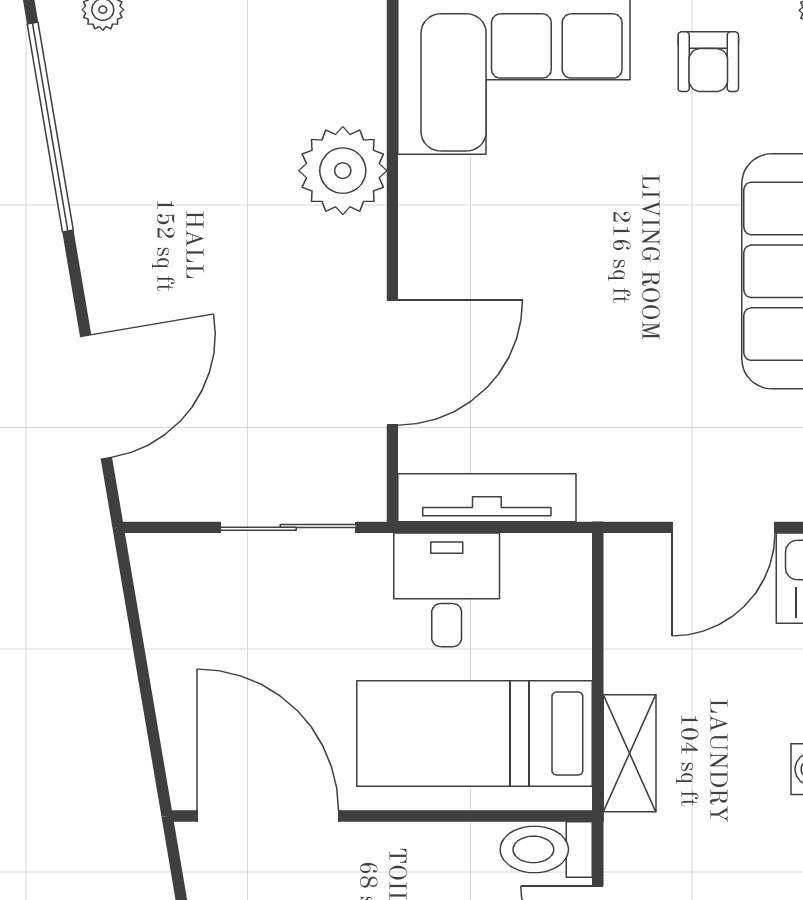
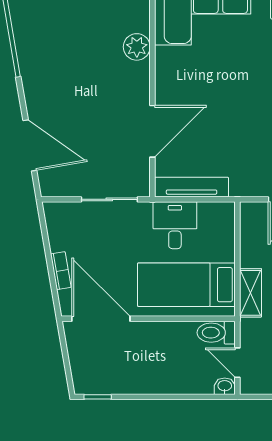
plant: (343, 171) -> (137, 47), width x0.73, depth x0.73
door: (96, 397) -> (30, 145), hinge flipped
bookcase: (171, 699) -> (61, 271), added

